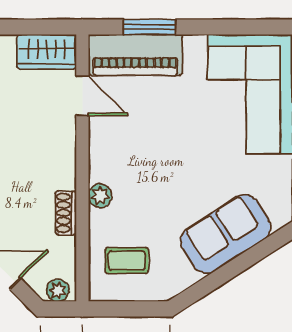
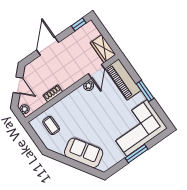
window: (149, 27) -> (145, 91), moved
plant: (100, 196) -> (89, 86), moved

